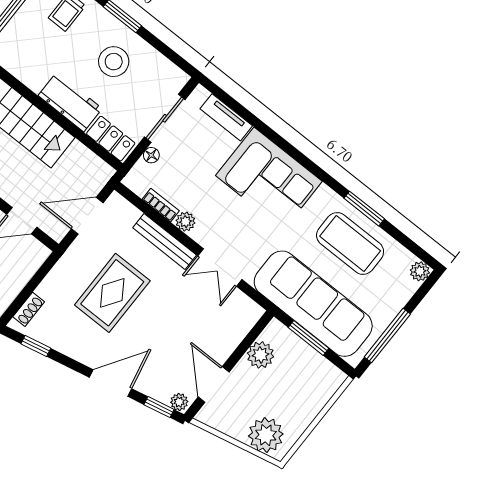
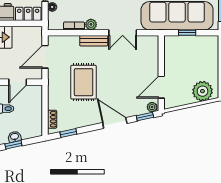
bench: (165, 241) -> (94, 41), width x0.73
window: (309, 338) -> (187, 33), width x0.67
plant: (261, 355) -> (172, 57), removed
door: (111, 383) -> (115, 123), hinge flipped
door: (214, 384) -> (161, 87), hinge flipped

